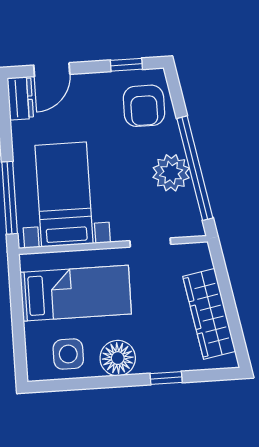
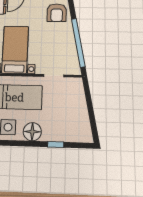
plant: (171, 173) -> (67, 44), removed
wardrobe: (209, 314) -> (80, 114), removed

